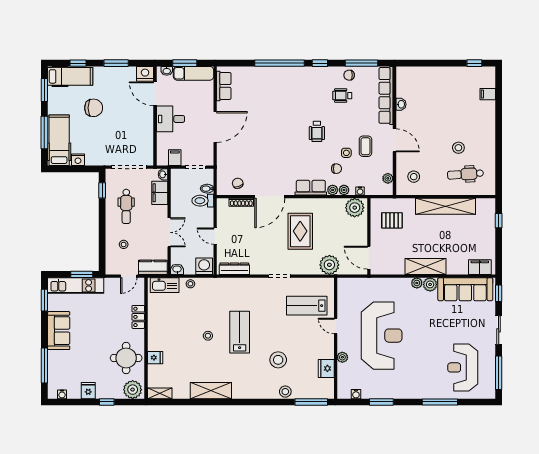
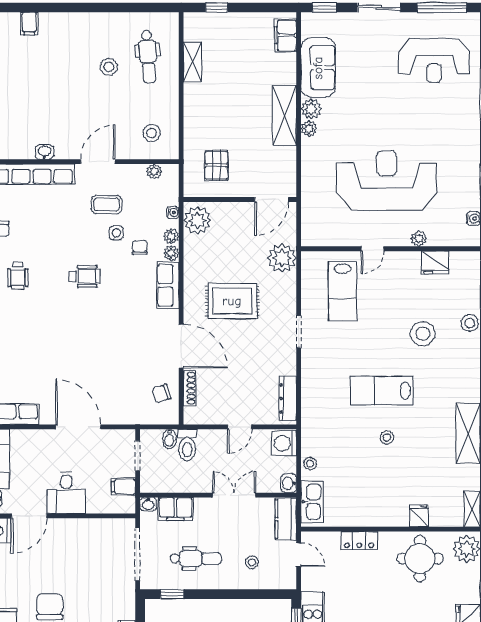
wheelchair: (342, 96) -> (18, 275), moved
shelving: (446, 206) -> (193, 62), width x0.45, depth x0.75
sofa: (465, 289) -> (318, 68), width x0.73

